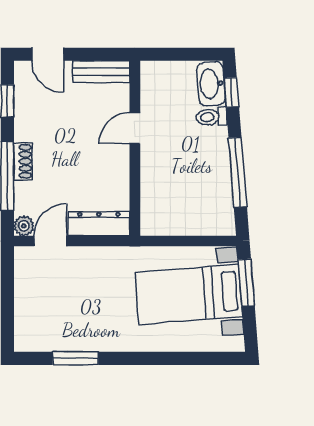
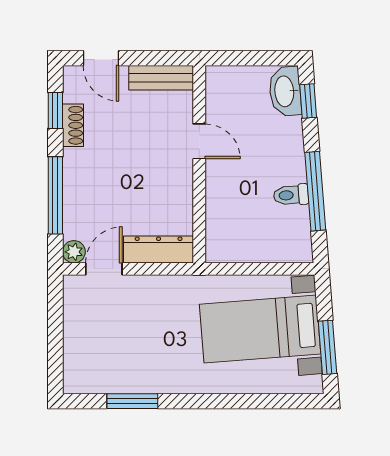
toilet: (212, 117) -> (291, 195), moved
door: (135, 128) -> (199, 141), swing flipped
shoe rack: (23, 161) -> (73, 125), moved
window: (246, 283) -> (327, 347), moved

